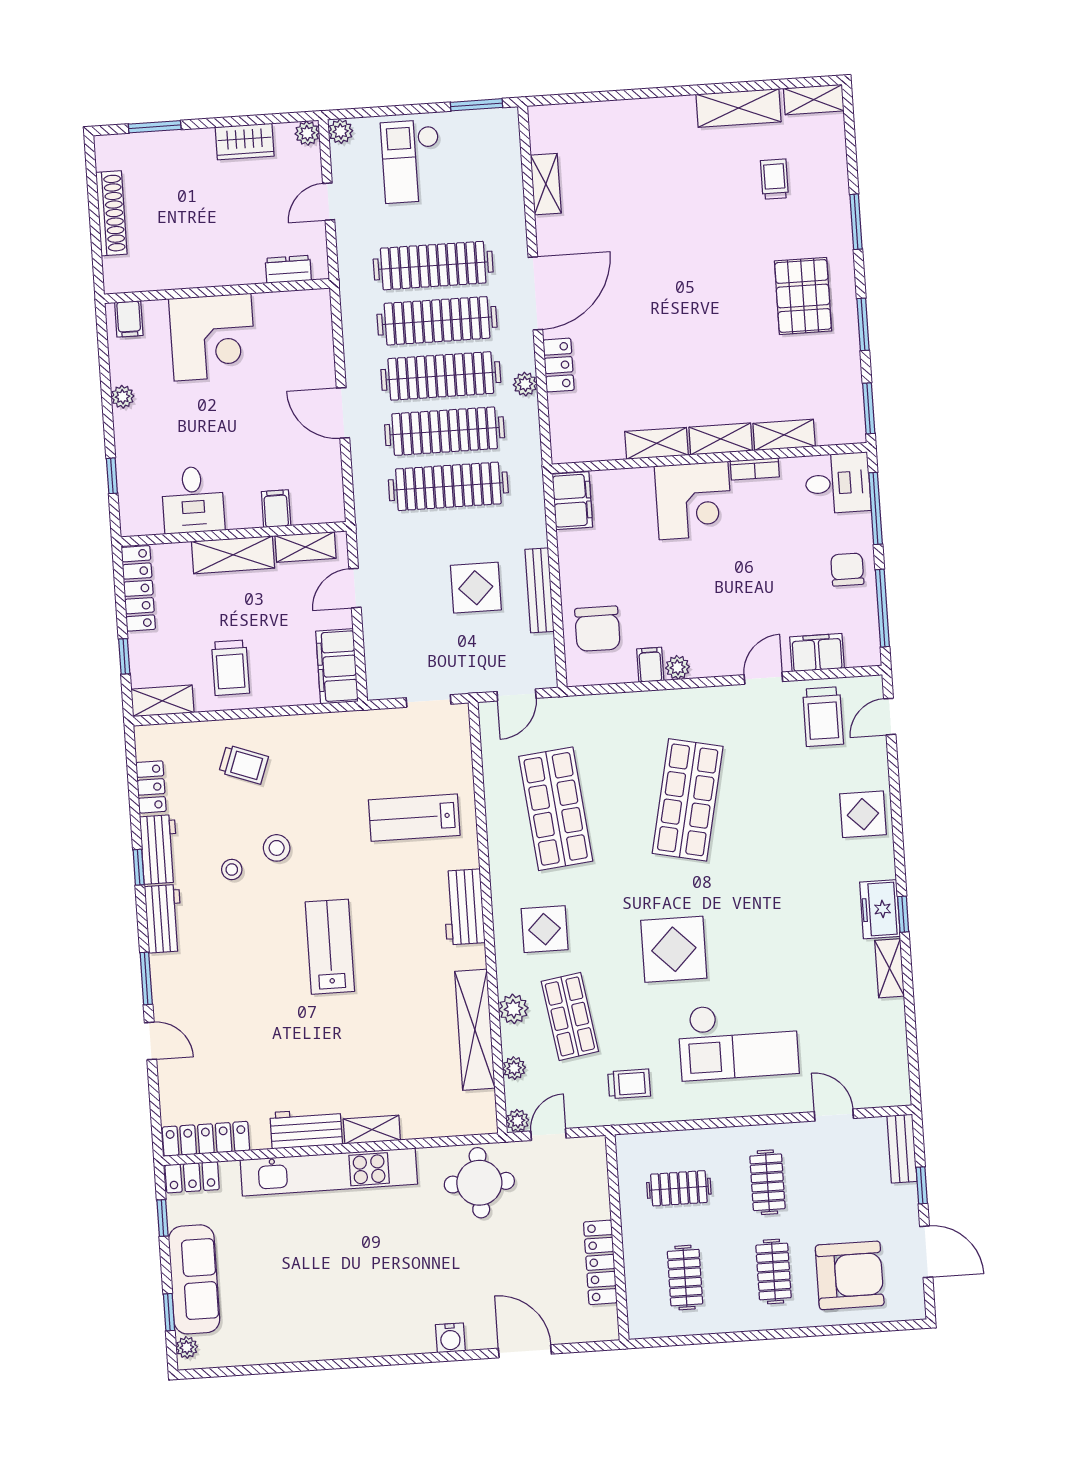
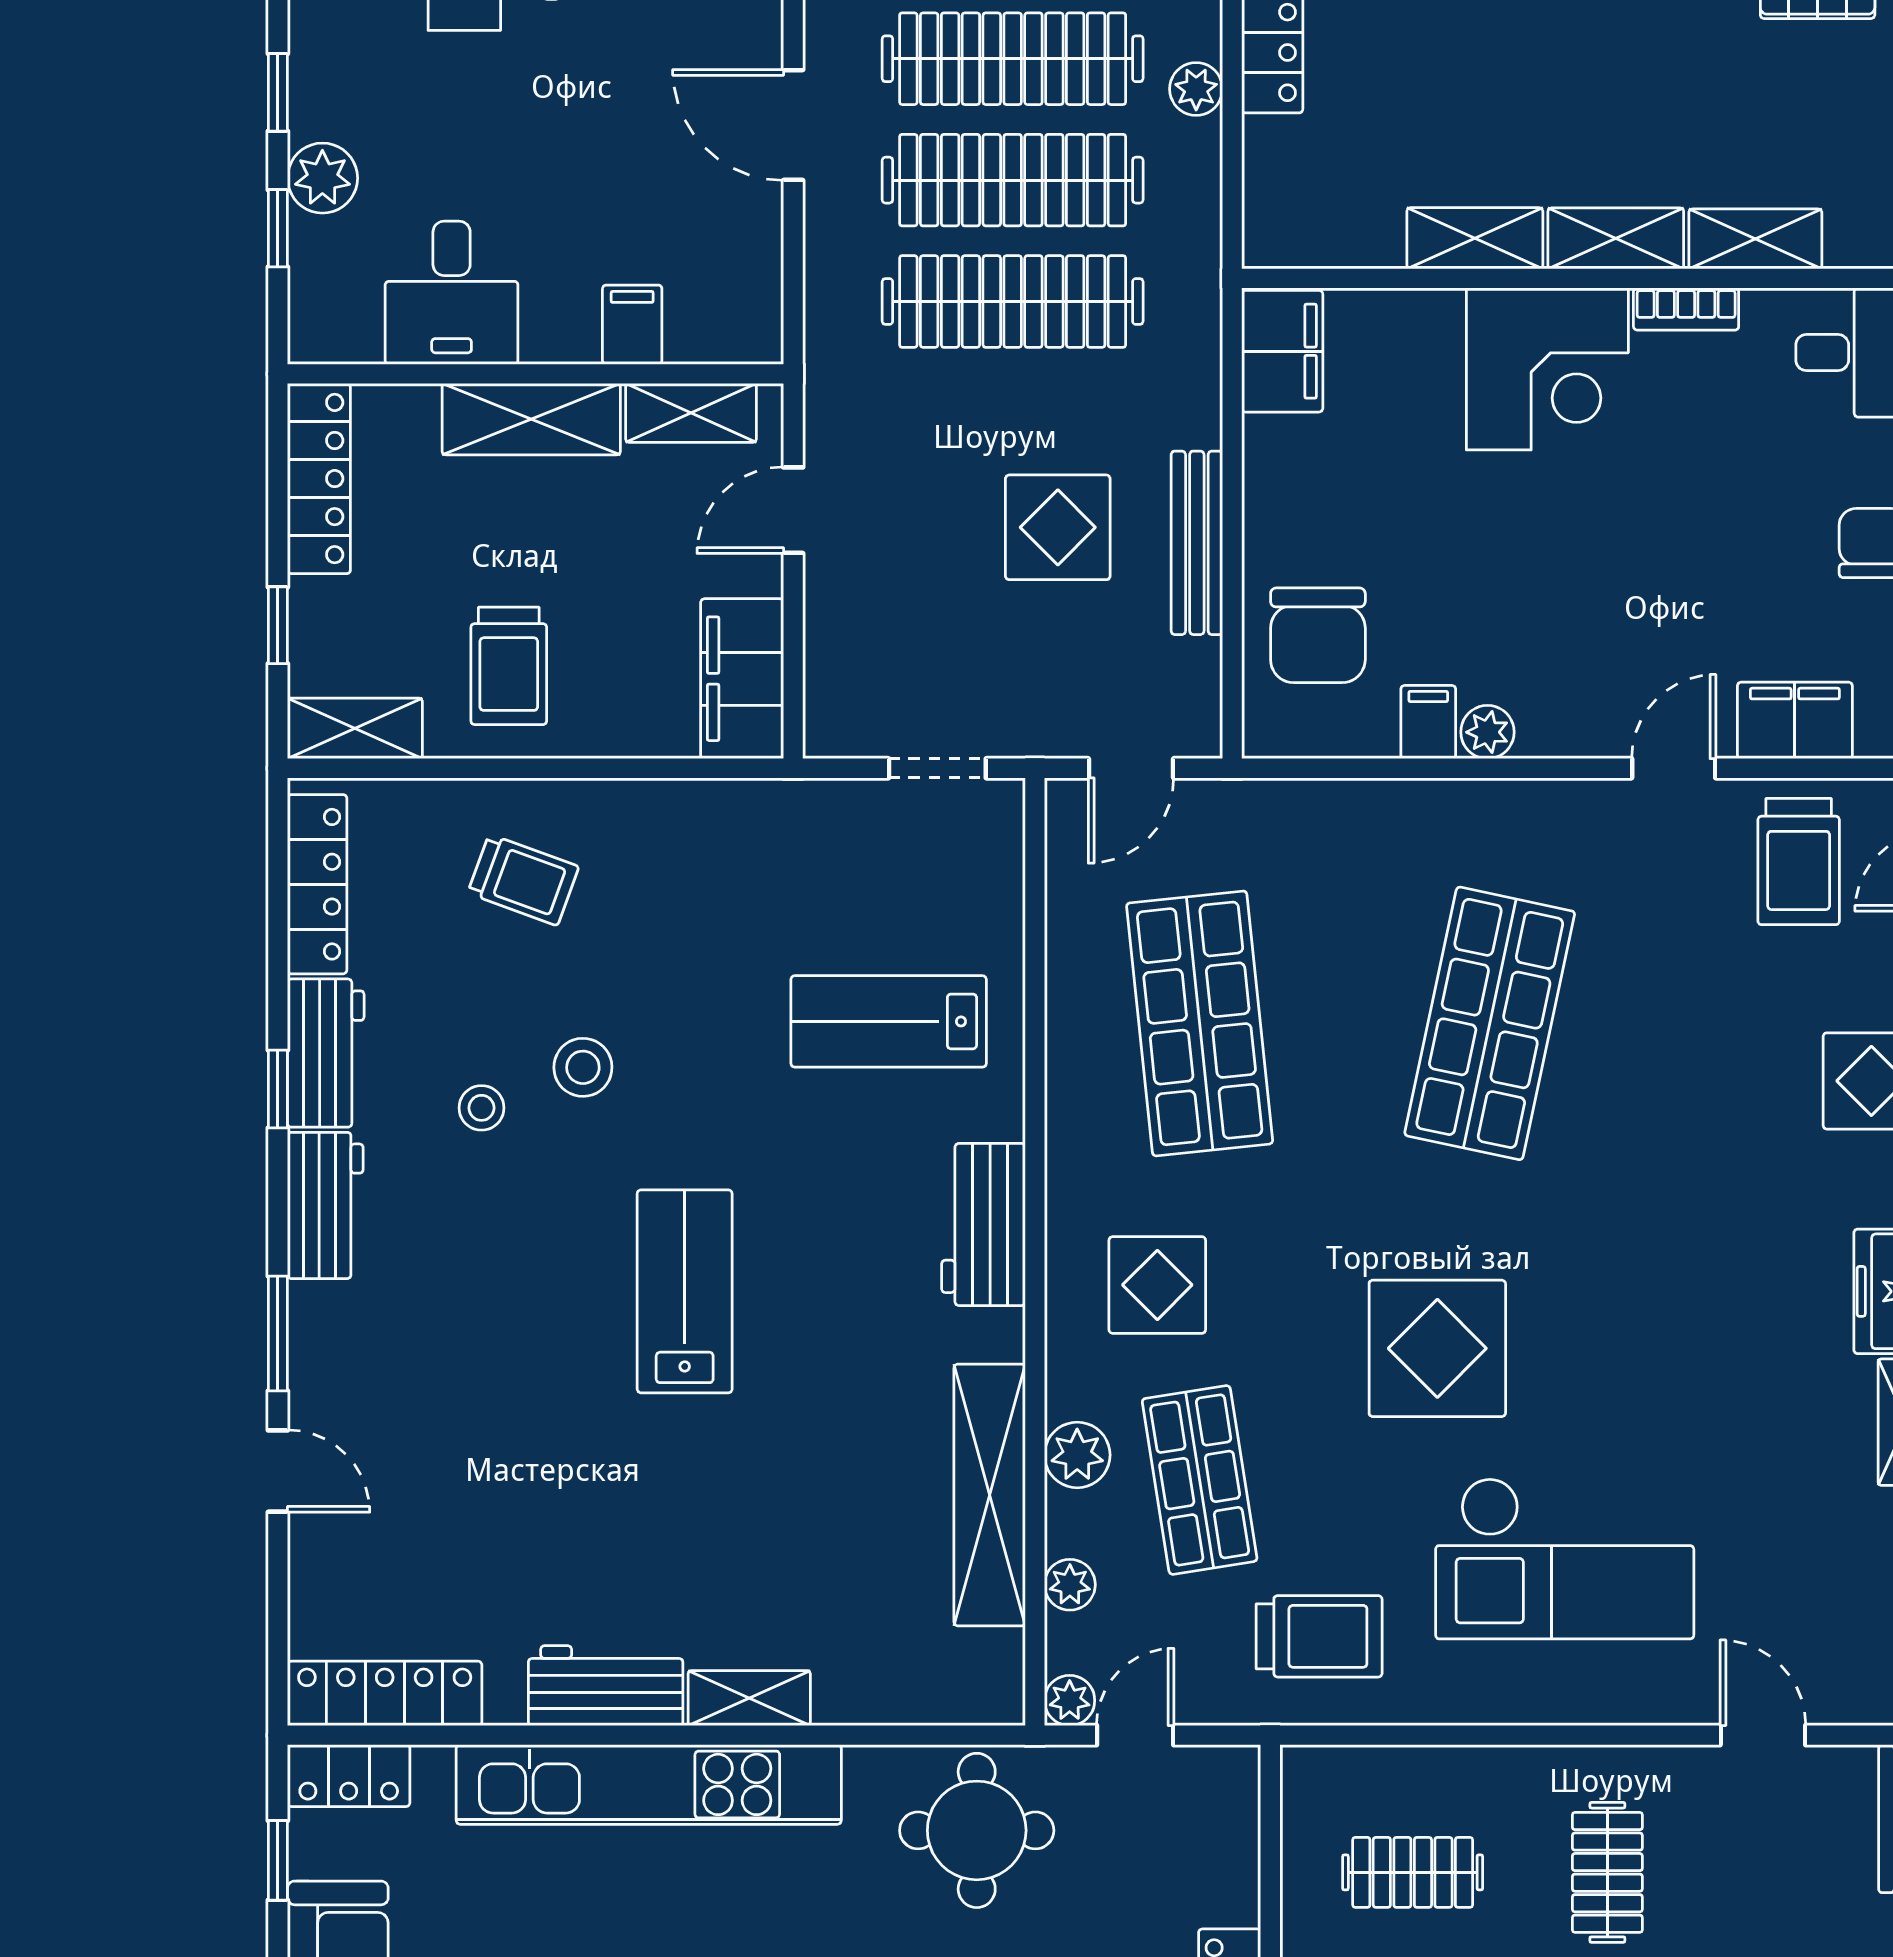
plant: (123, 397) -> (322, 178), moved, width x1.38, depth x1.38
window: (108, 414) -> (278, 92), added
locker: (151, 787) -> (317, 884), width x1.53
trolley: (629, 1084) -> (1319, 1636), width x1.36, depth x1.39

